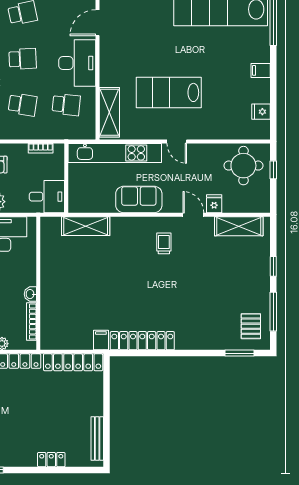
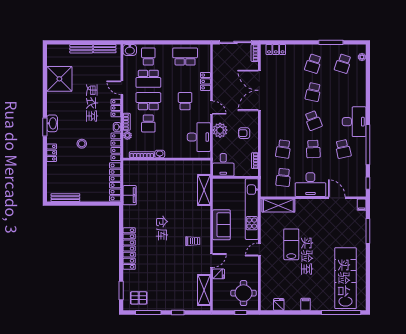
lab bench: (169, 92) -> (291, 244), width x0.73, depth x0.72
filing cabinet: (101, 340) -> (130, 195), width x2.00
locker: (142, 341) -> (129, 249), moved
stool: (15, 413) -> (82, 144), added
locker: (51, 460) -> (52, 153), moved

